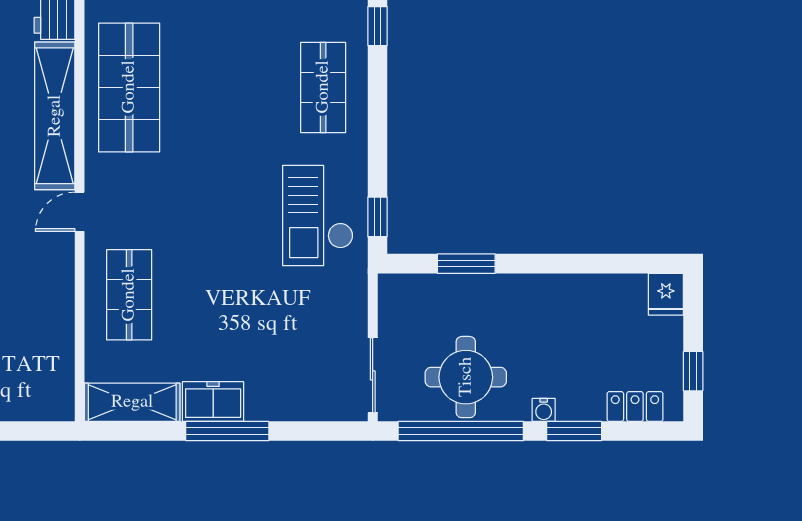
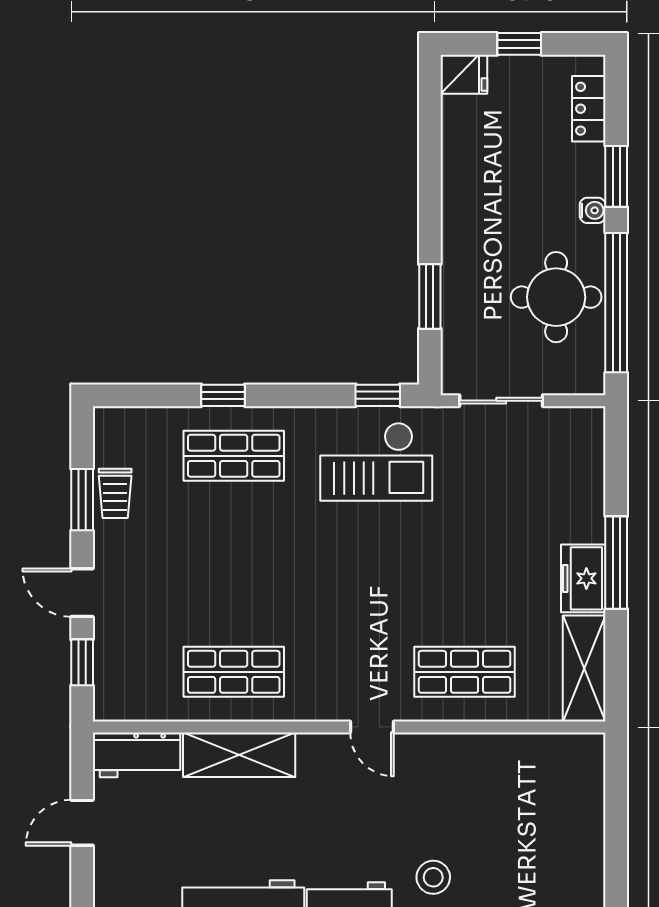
window: (378, 26) -> (223, 395), moved
shop shelf: (129, 87) -> (234, 672), width x0.70, depth x0.74
shelving: (55, 116) -> (239, 755), width x0.68
window: (693, 371) -> (519, 44), moved
sliding door: (373, 375) -> (501, 401), moved

